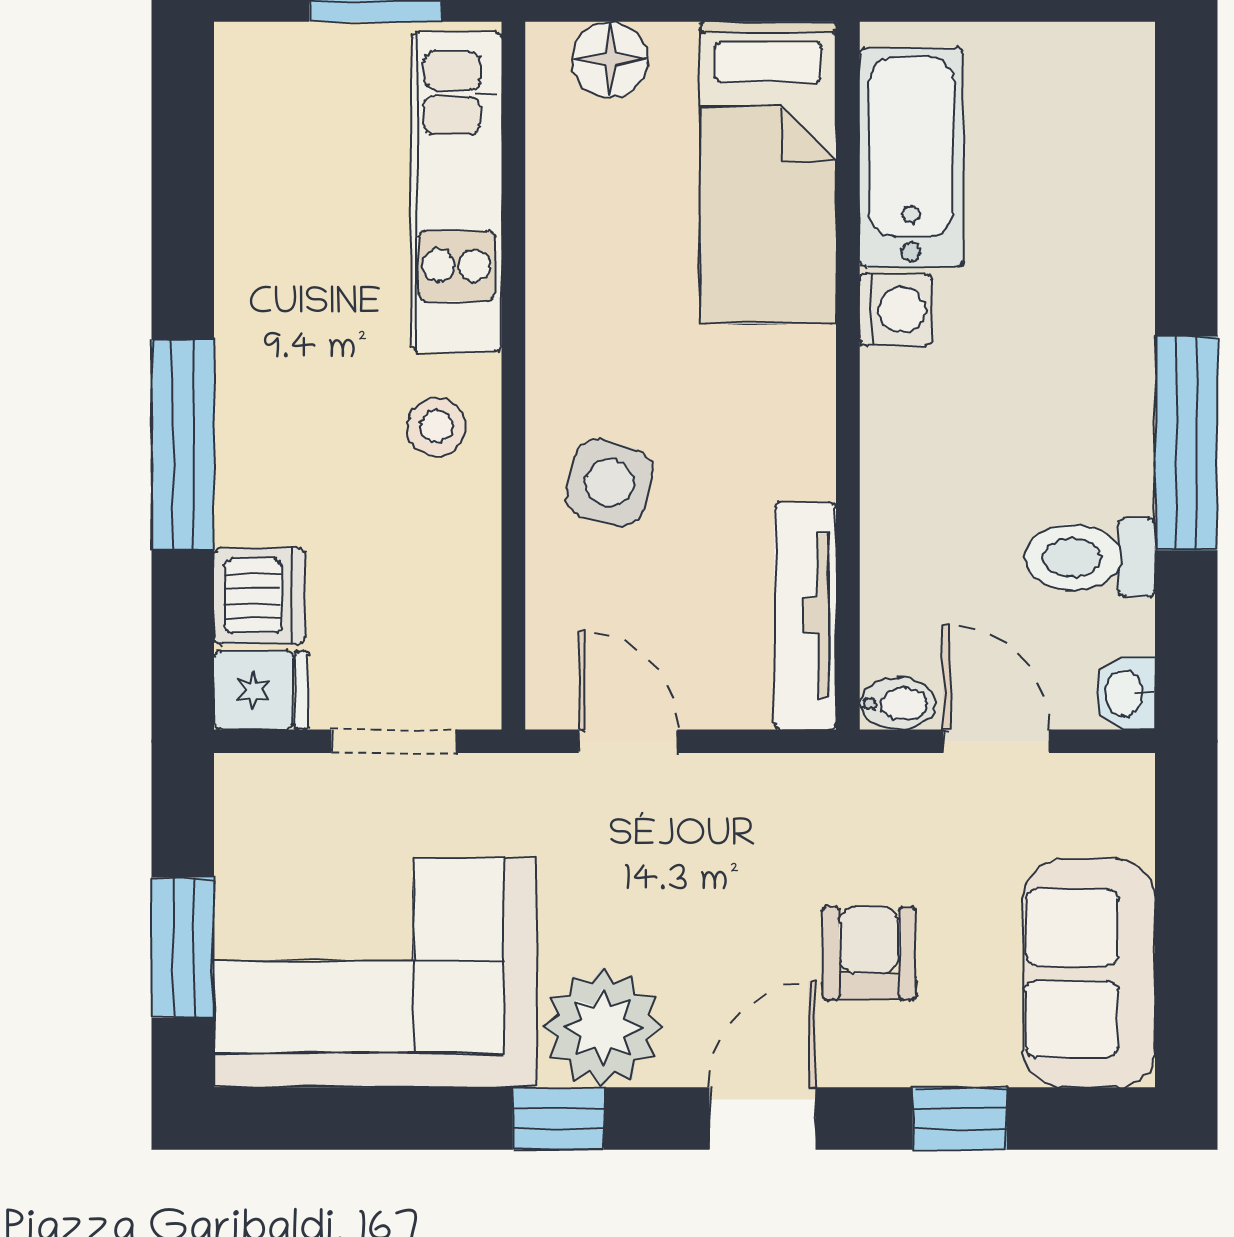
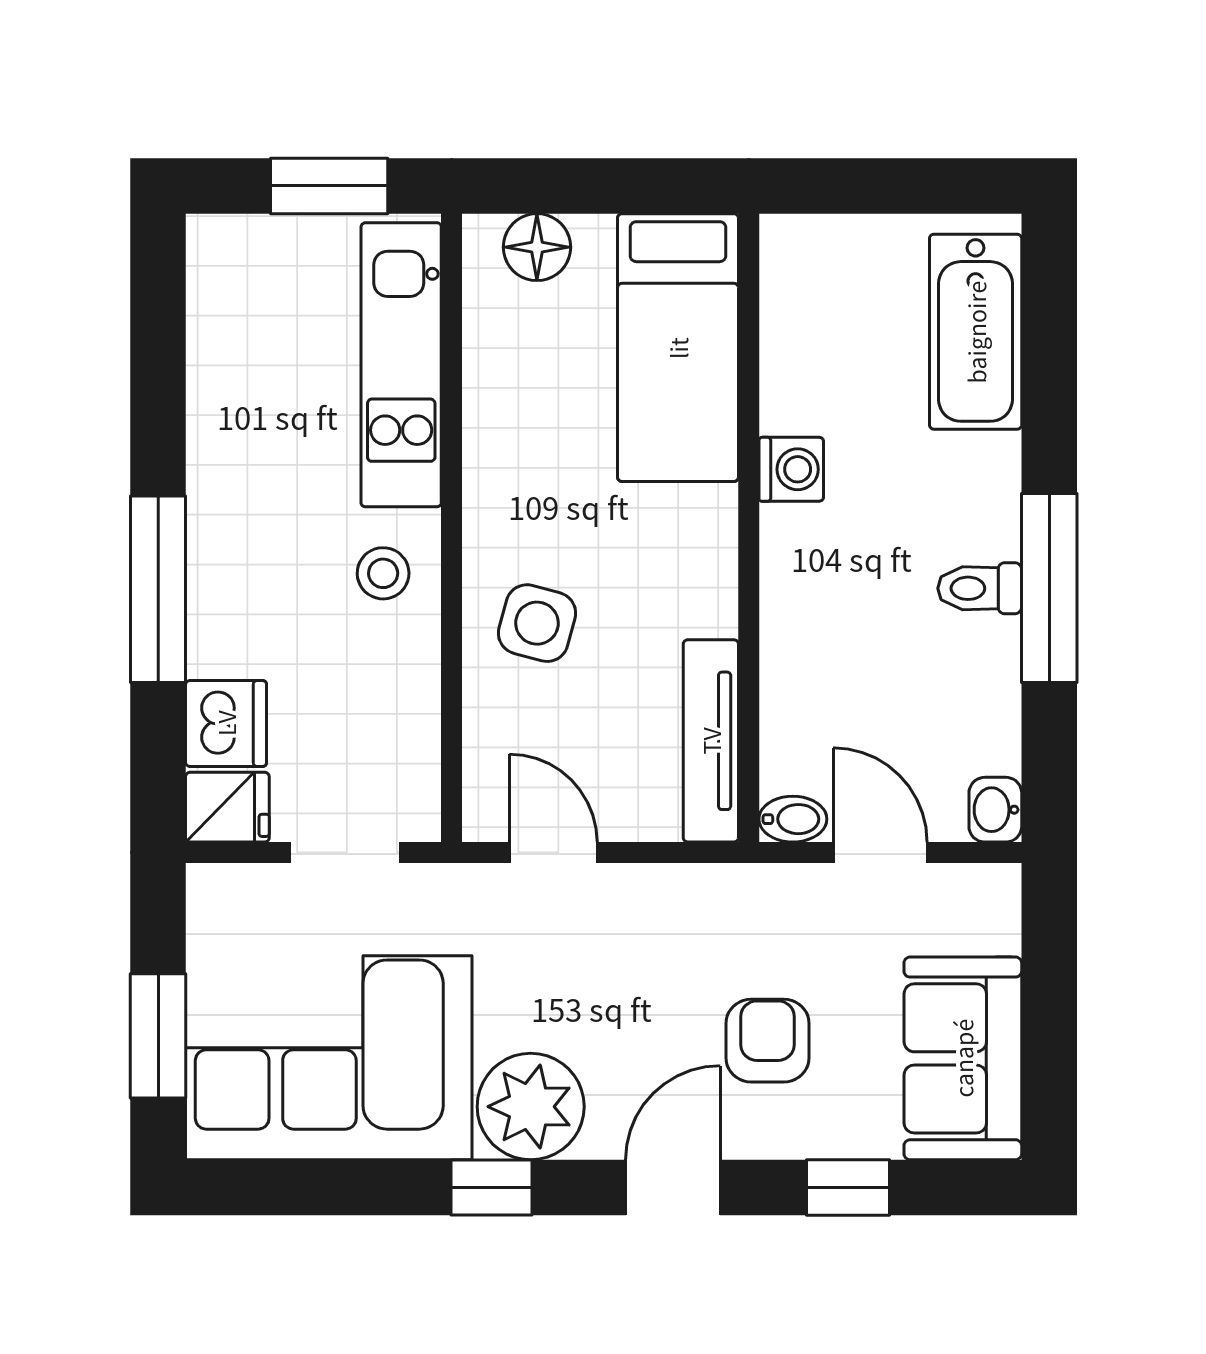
bathtub: (911, 157) -> (976, 332), moved, turned 180
toilet: (1090, 557) -> (980, 588), moved, width x0.73, depth x0.72

